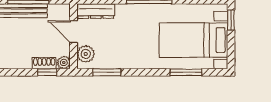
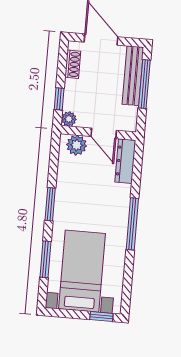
door: (74, 32) -> (104, 133), swing flipped
shoe rack: (44, 63) -> (73, 64), moved
window: (107, 72) -> (50, 204), moved

